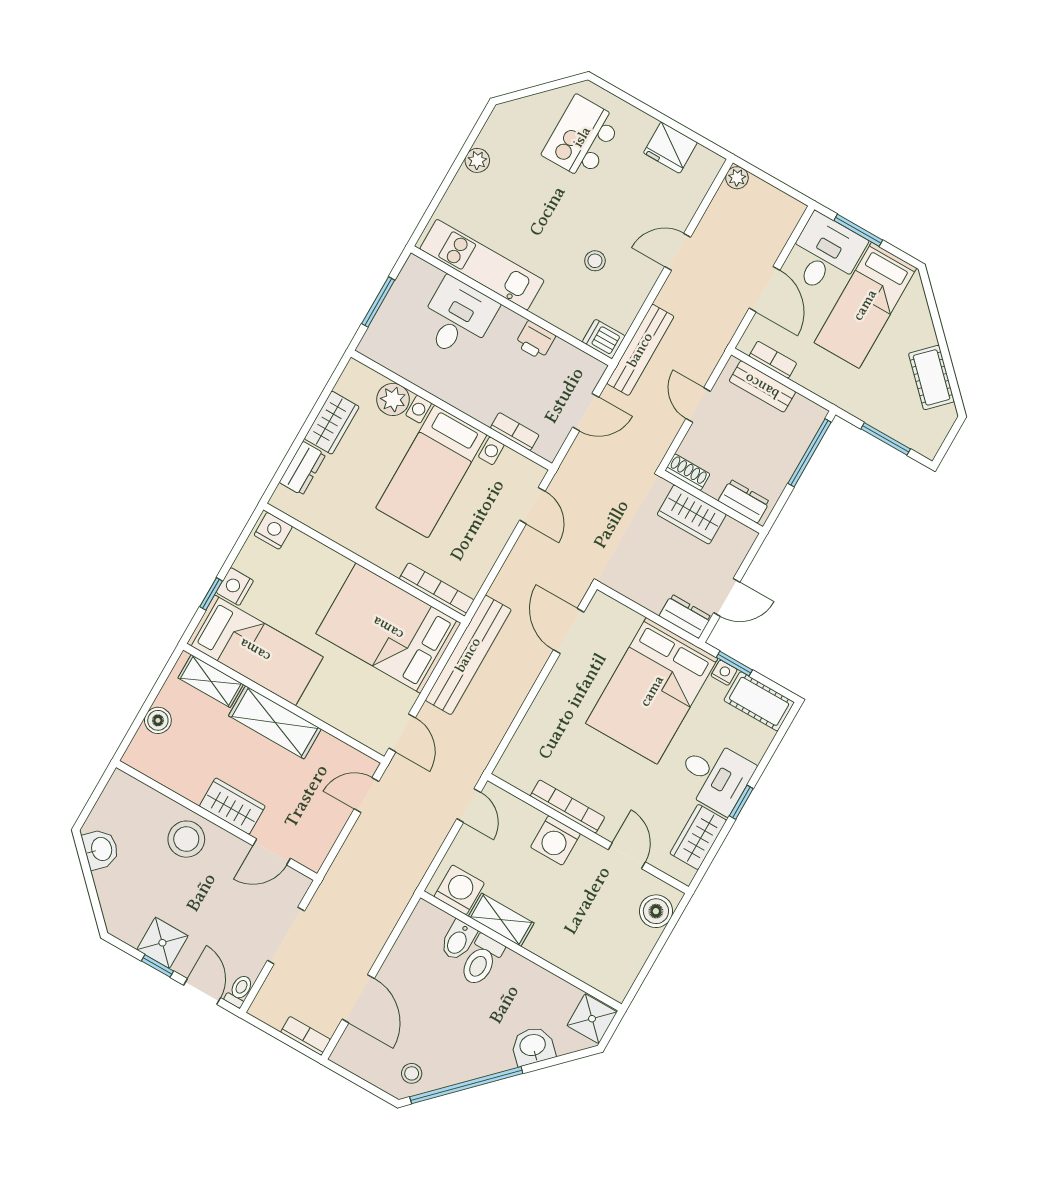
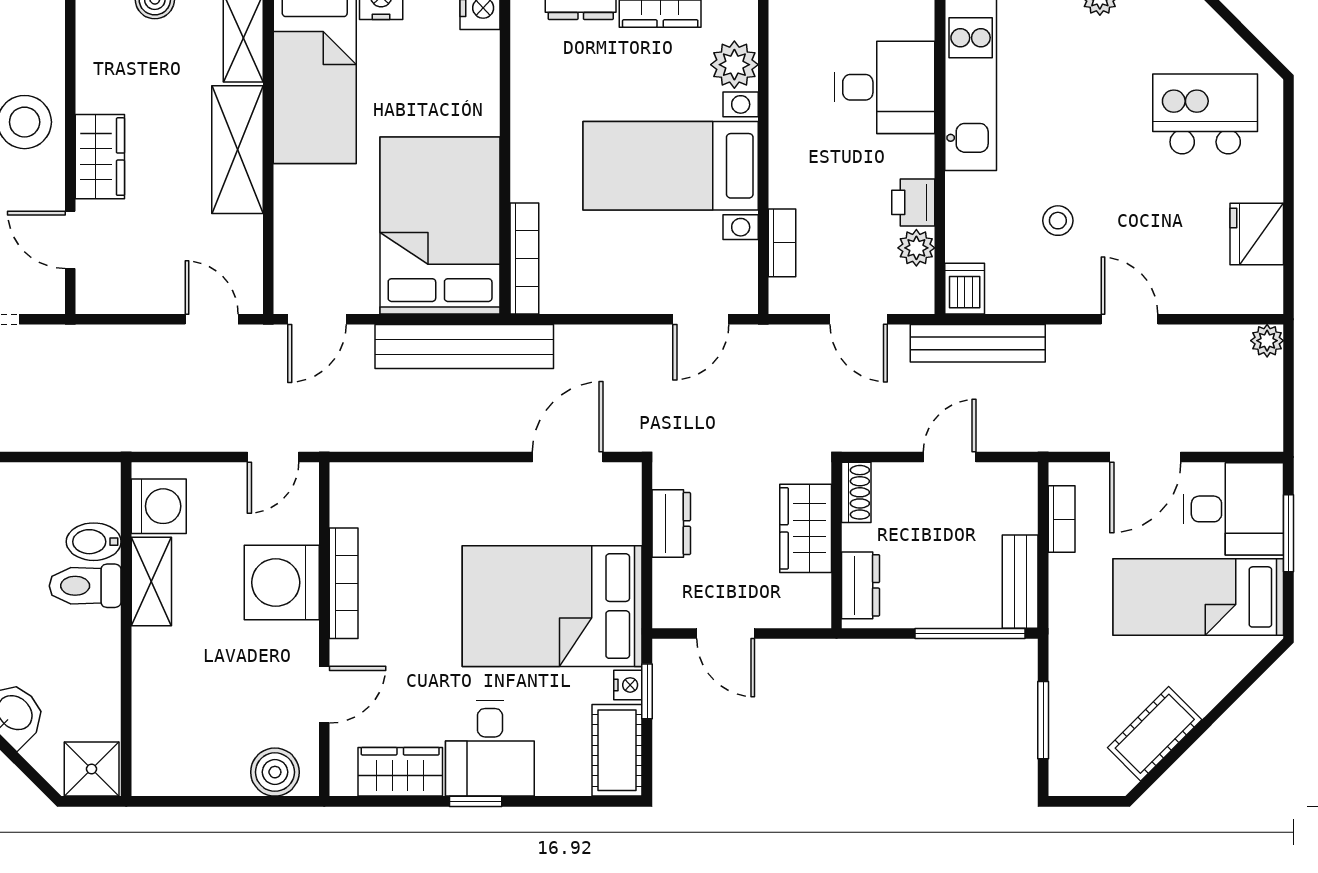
plant: (563, 354) -> (916, 248), added
bench: (762, 386) -> (1020, 582), moved
dresser: (685, 616) -> (671, 524), moved
washing machine: (555, 840) -> (282, 582), width x1.37, depth x1.37

